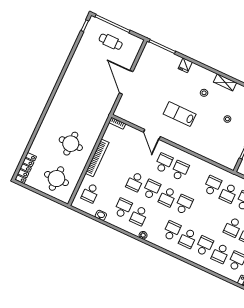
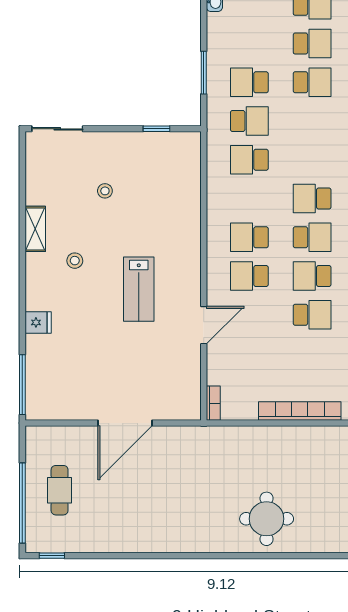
round table: (71, 144) -> (267, 519), moved

